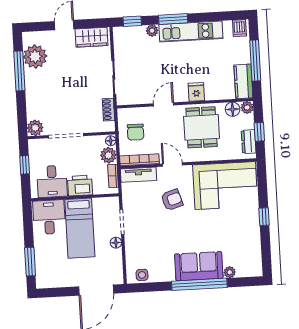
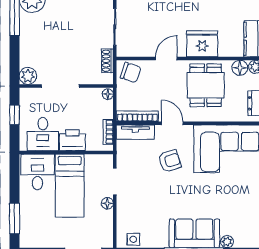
fridge: (196, 92) -> (202, 44), width x1.88, depth x1.34
chair: (136, 132) -> (131, 72), moved, turned -71
plant: (108, 155) -> (105, 109), removed

